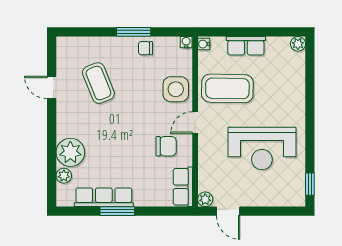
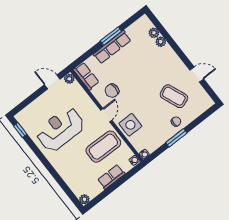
chair: (145, 48) -> (176, 121), moved
plant: (70, 152) -> (161, 42), width x0.53, depth x0.53
row of seats: (104, 197) -> (112, 47), moved

